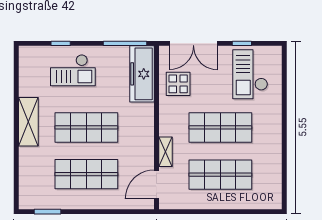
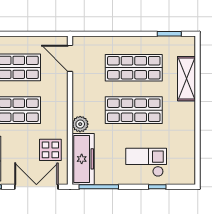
plant: (145, 112) -> (80, 124), added
shelving: (28, 122) -> (187, 79), moved
shelving: (166, 152) -> (62, 88), removed
door: (156, 184) -> (70, 58), swing flipped

